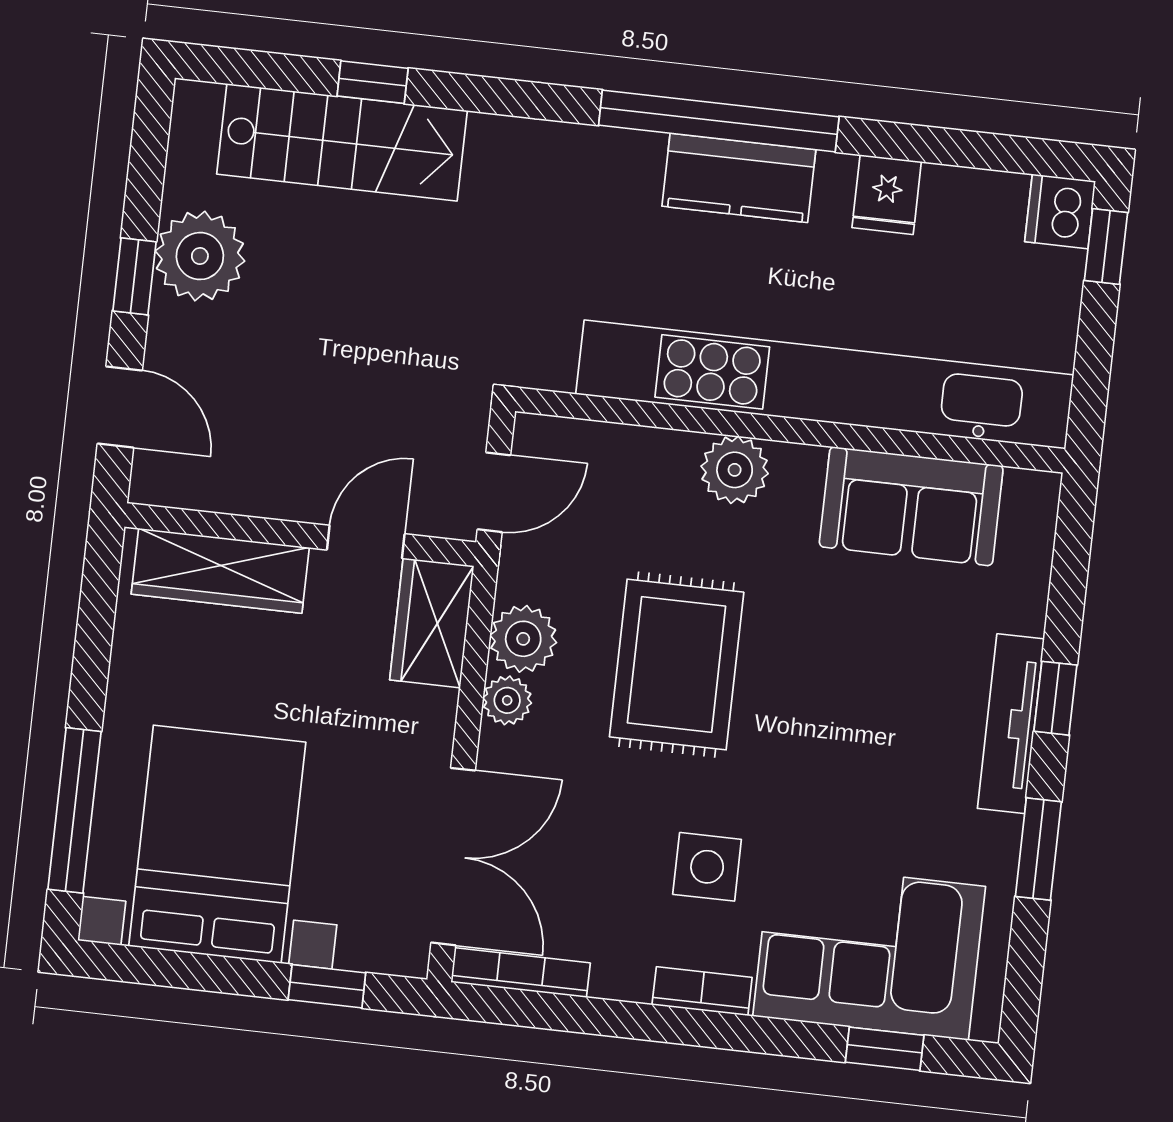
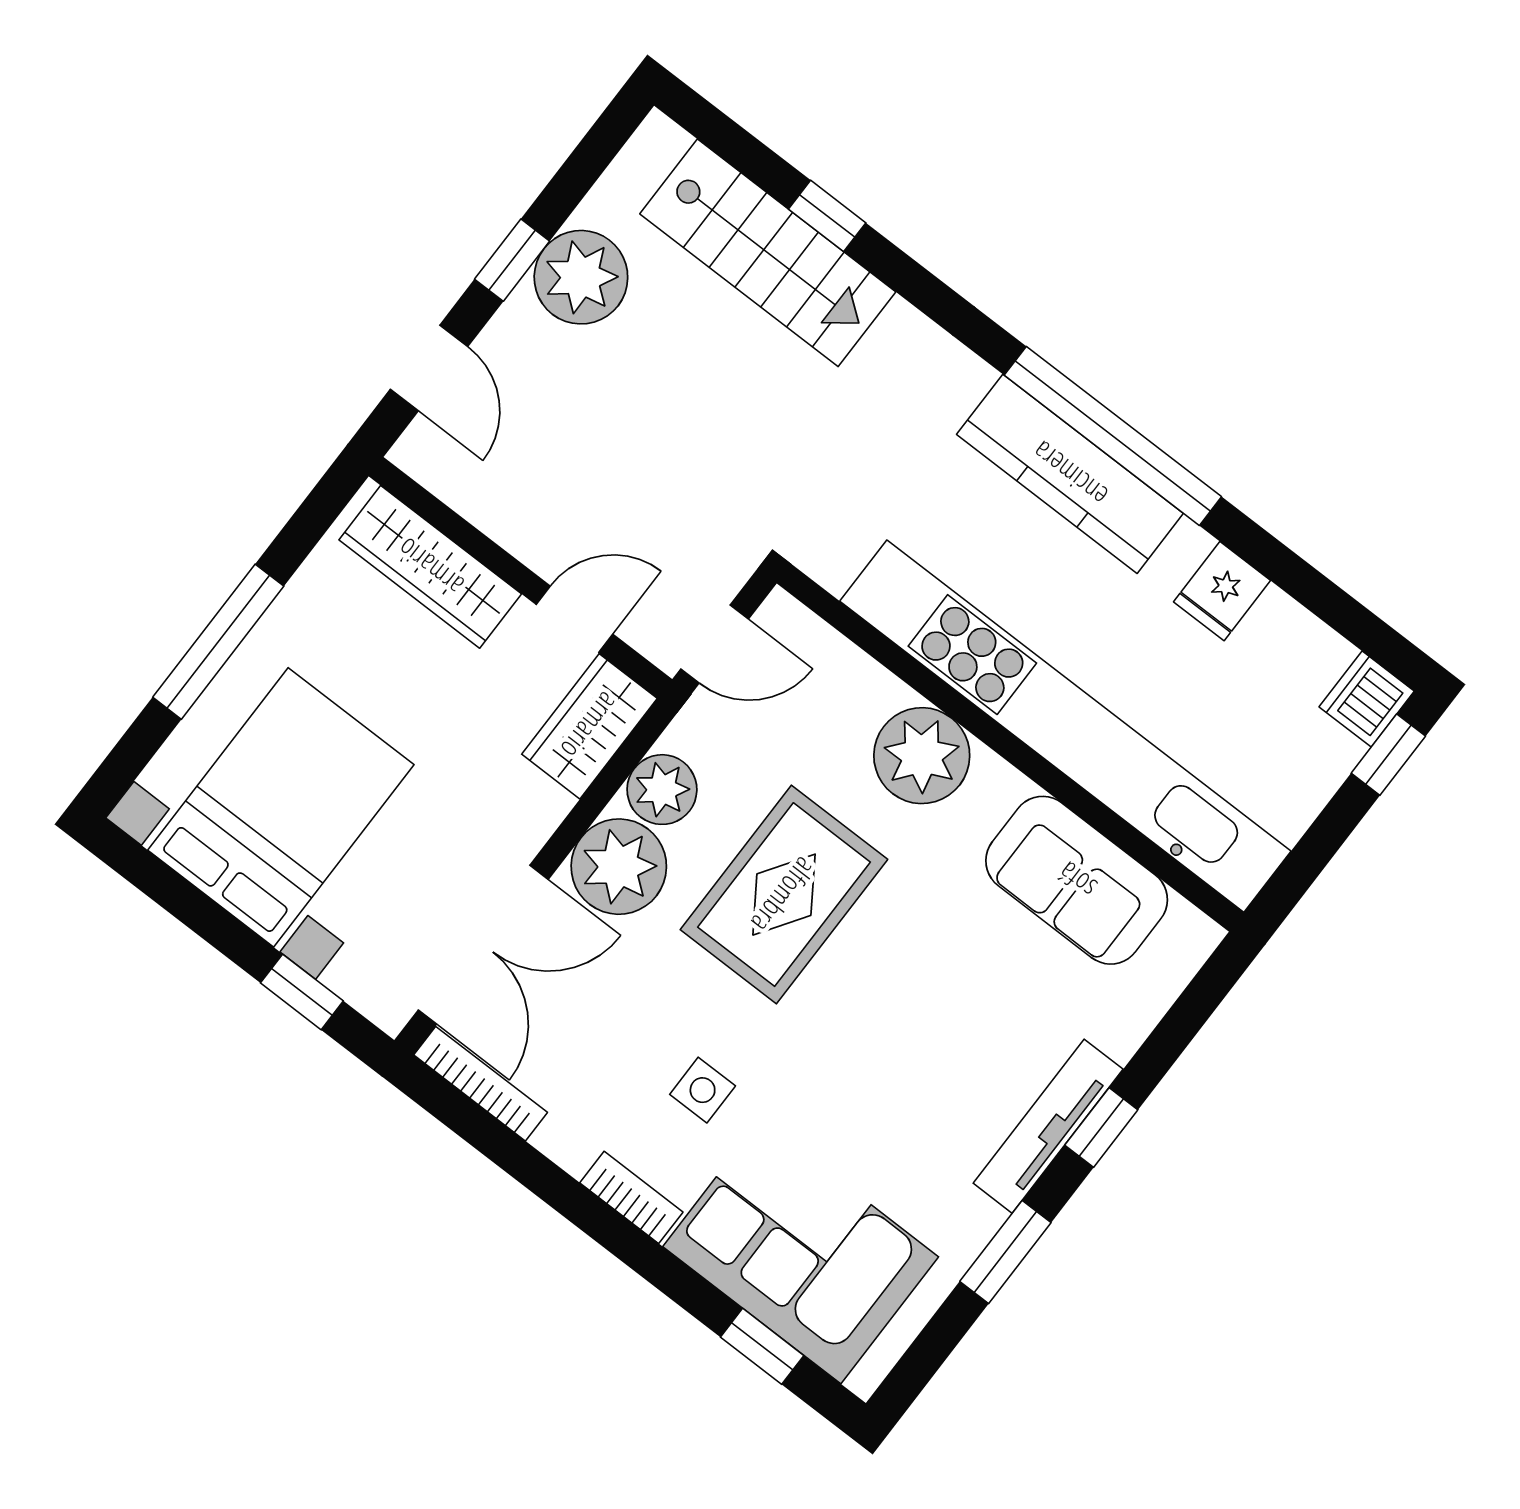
kitchen counter: (739, 178) -> (1070, 474), width x1.50
plant: (735, 470) -> (922, 756), width x1.36, depth x1.36
plant: (507, 700) -> (619, 867), width x1.88, depth x1.88
window: (75, 810) -> (218, 642), moved
side table: (707, 867) -> (703, 1090), width x0.73, depth x0.73

